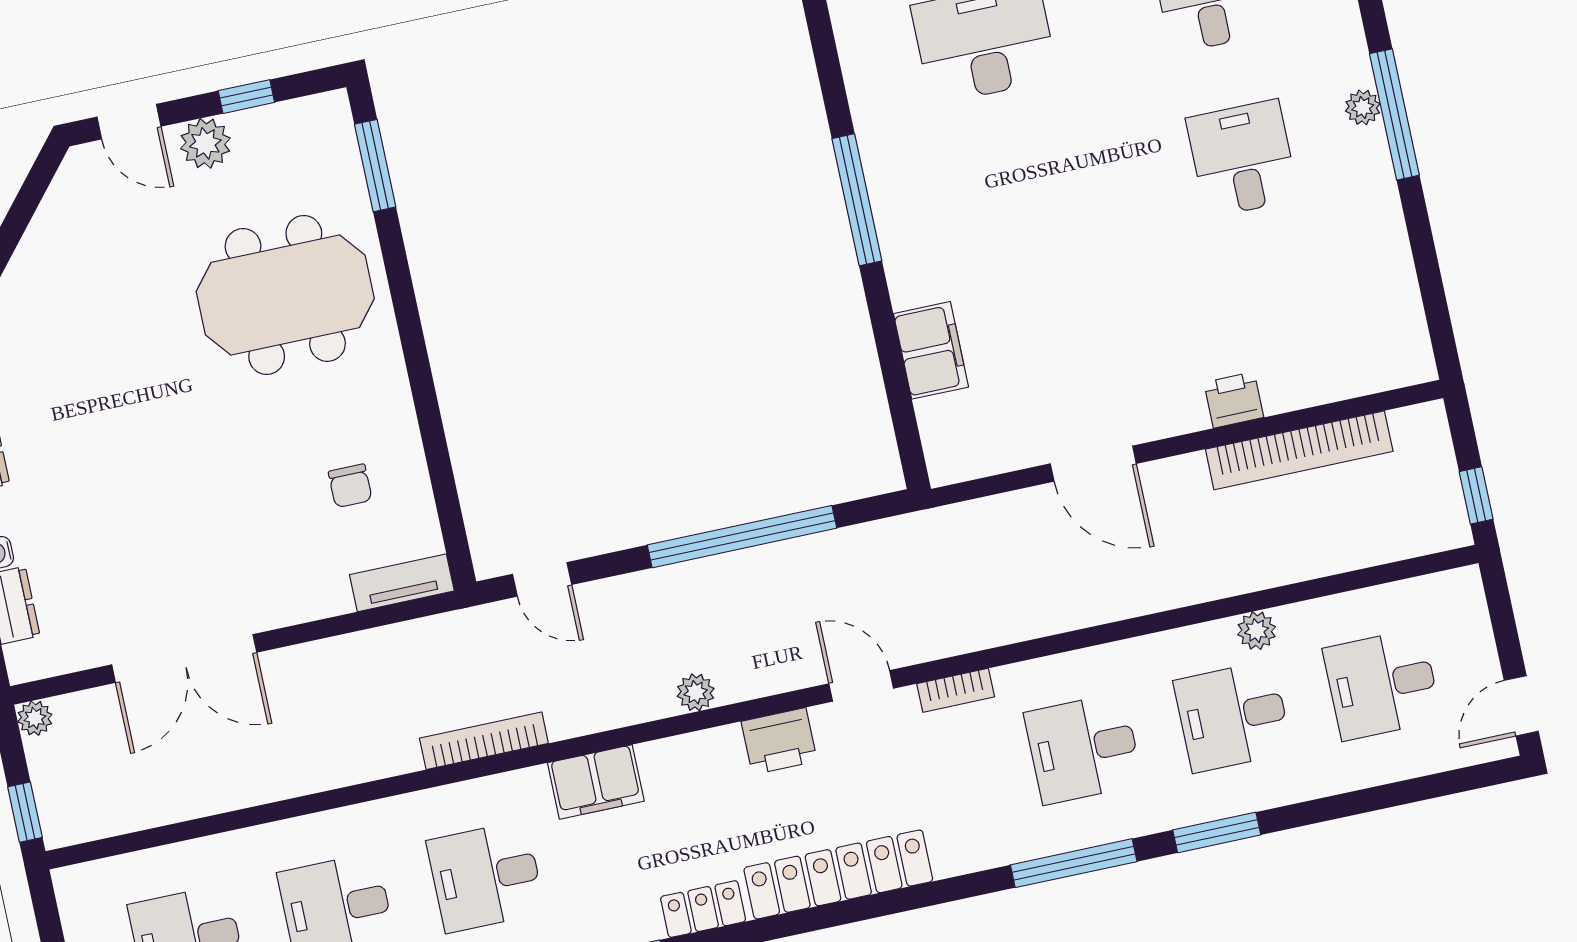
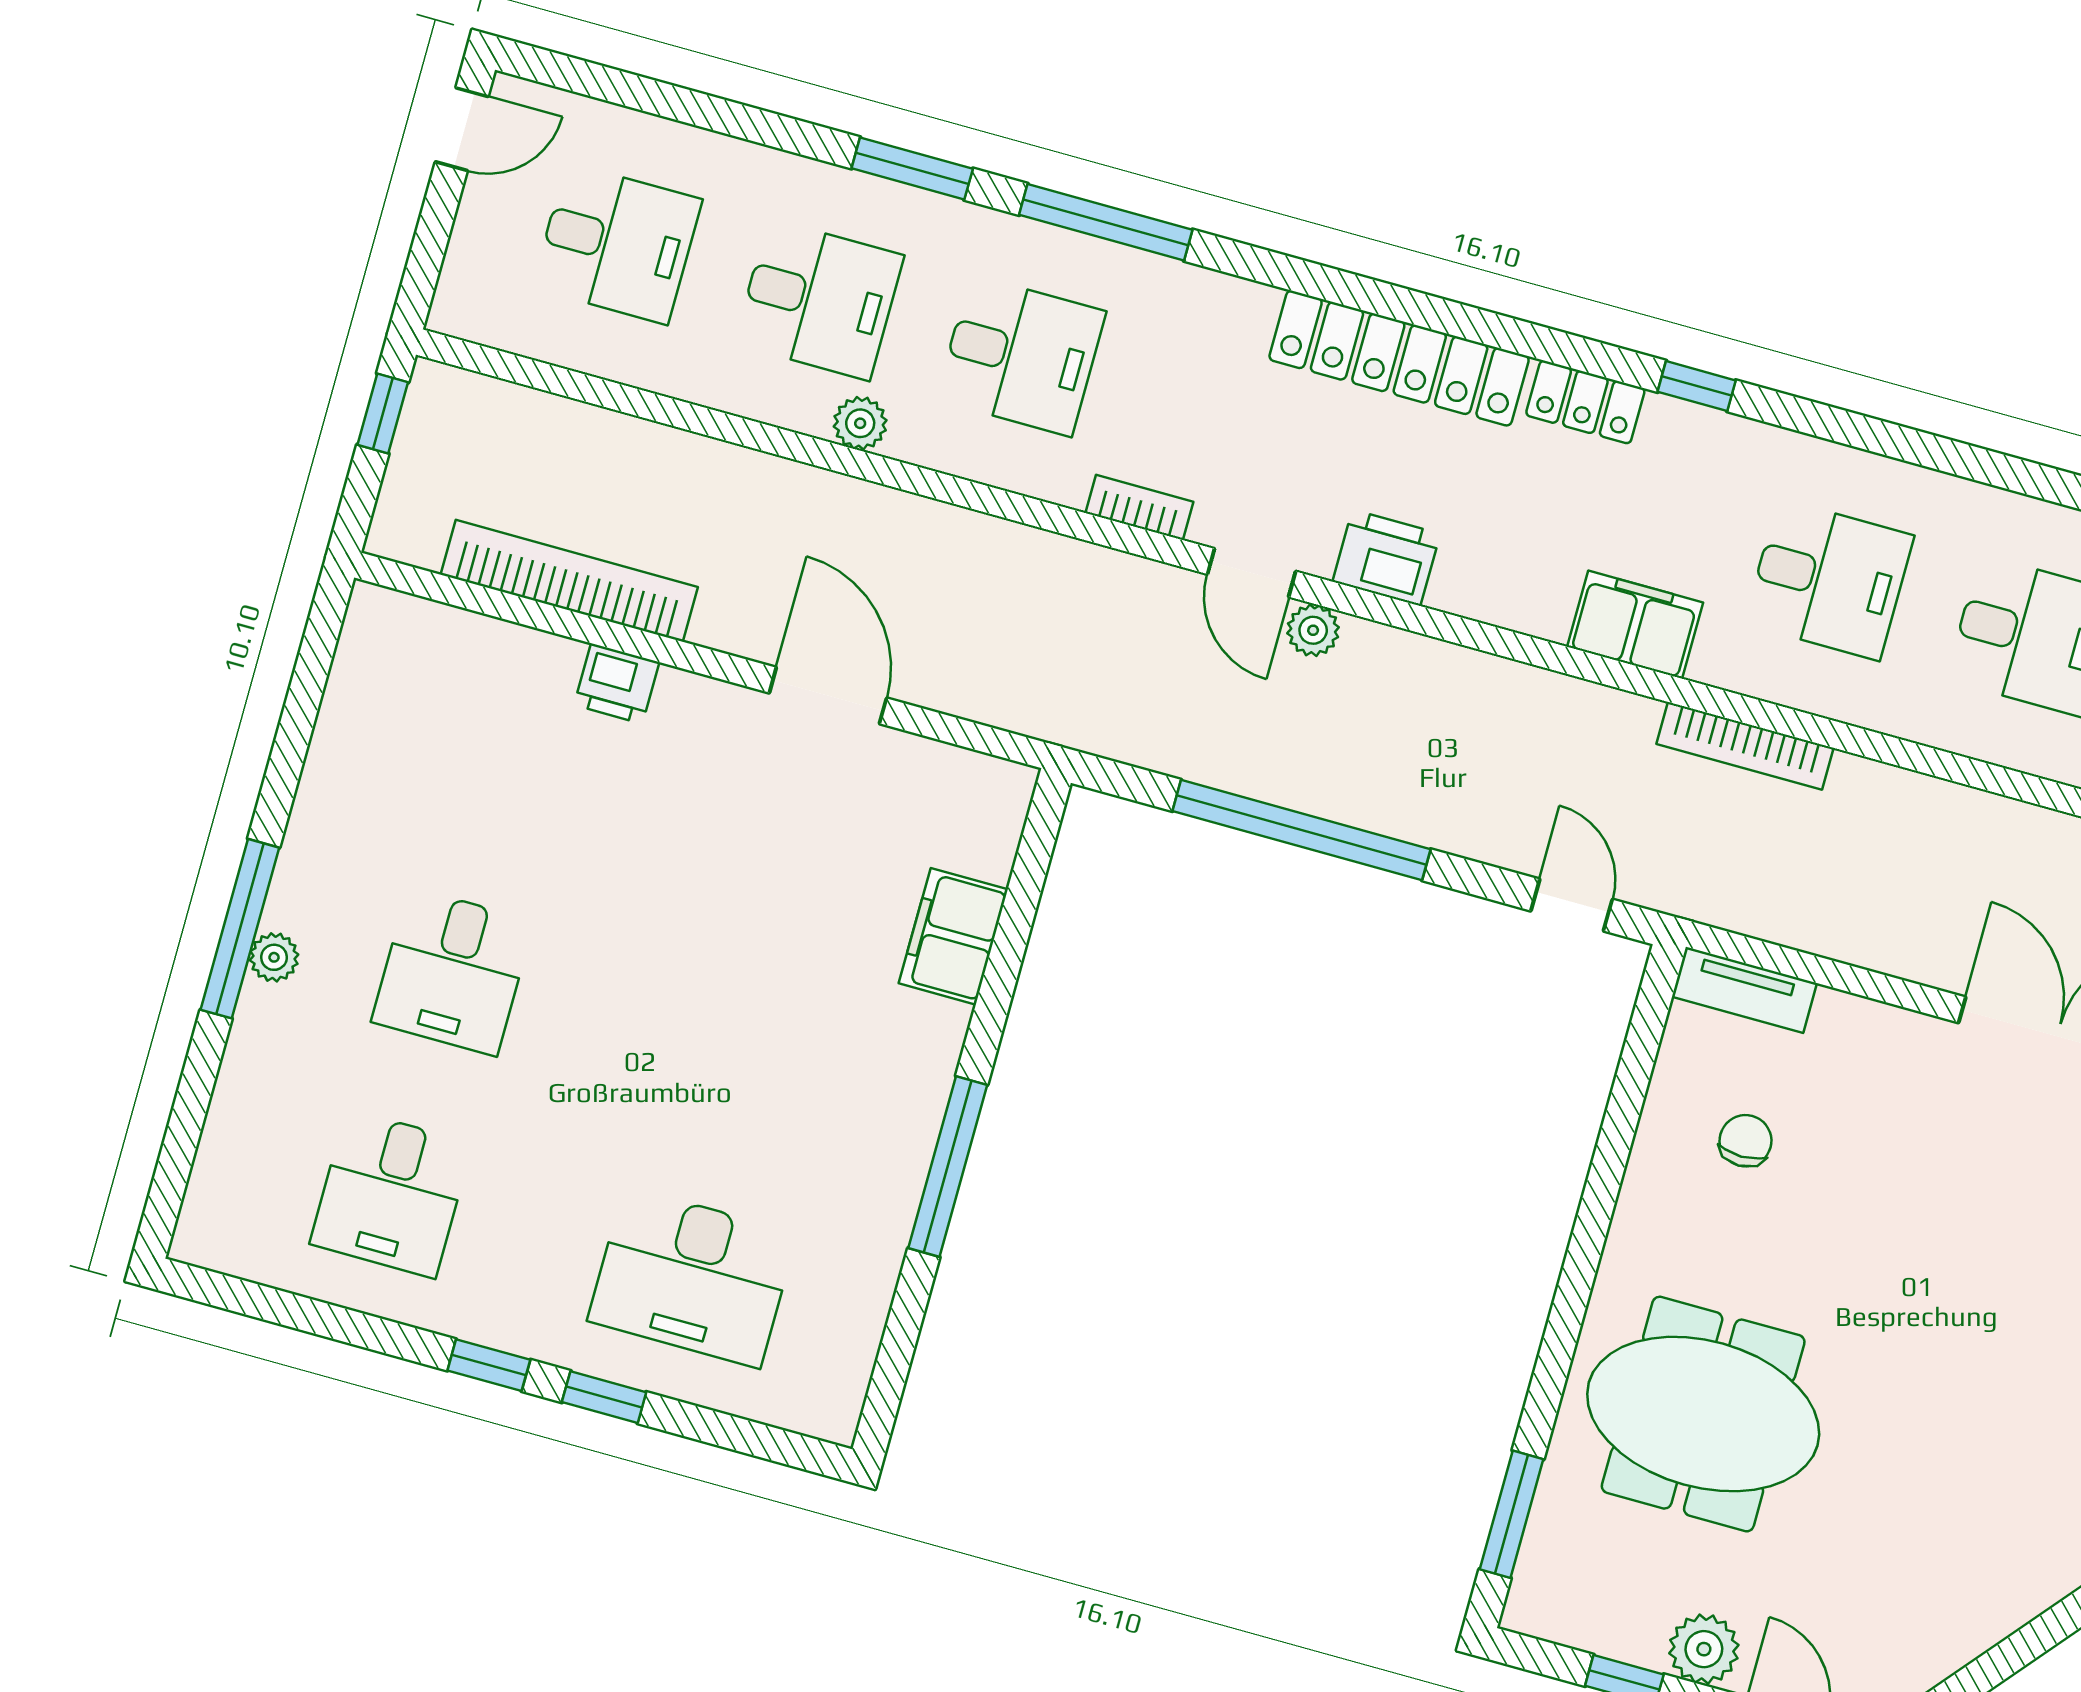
plant: (1257, 631) -> (860, 423), moved
plant: (696, 692) -> (1313, 630), moved

